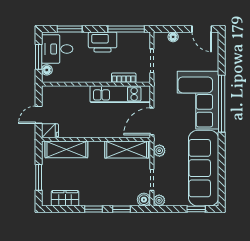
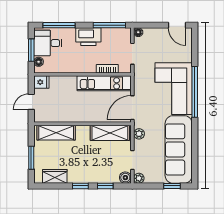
window: (70, 29) -> (59, 25), width x1.44
floor lamp: (173, 37) -> (138, 32), moved
fridge: (50, 131) -> (41, 82), moved

